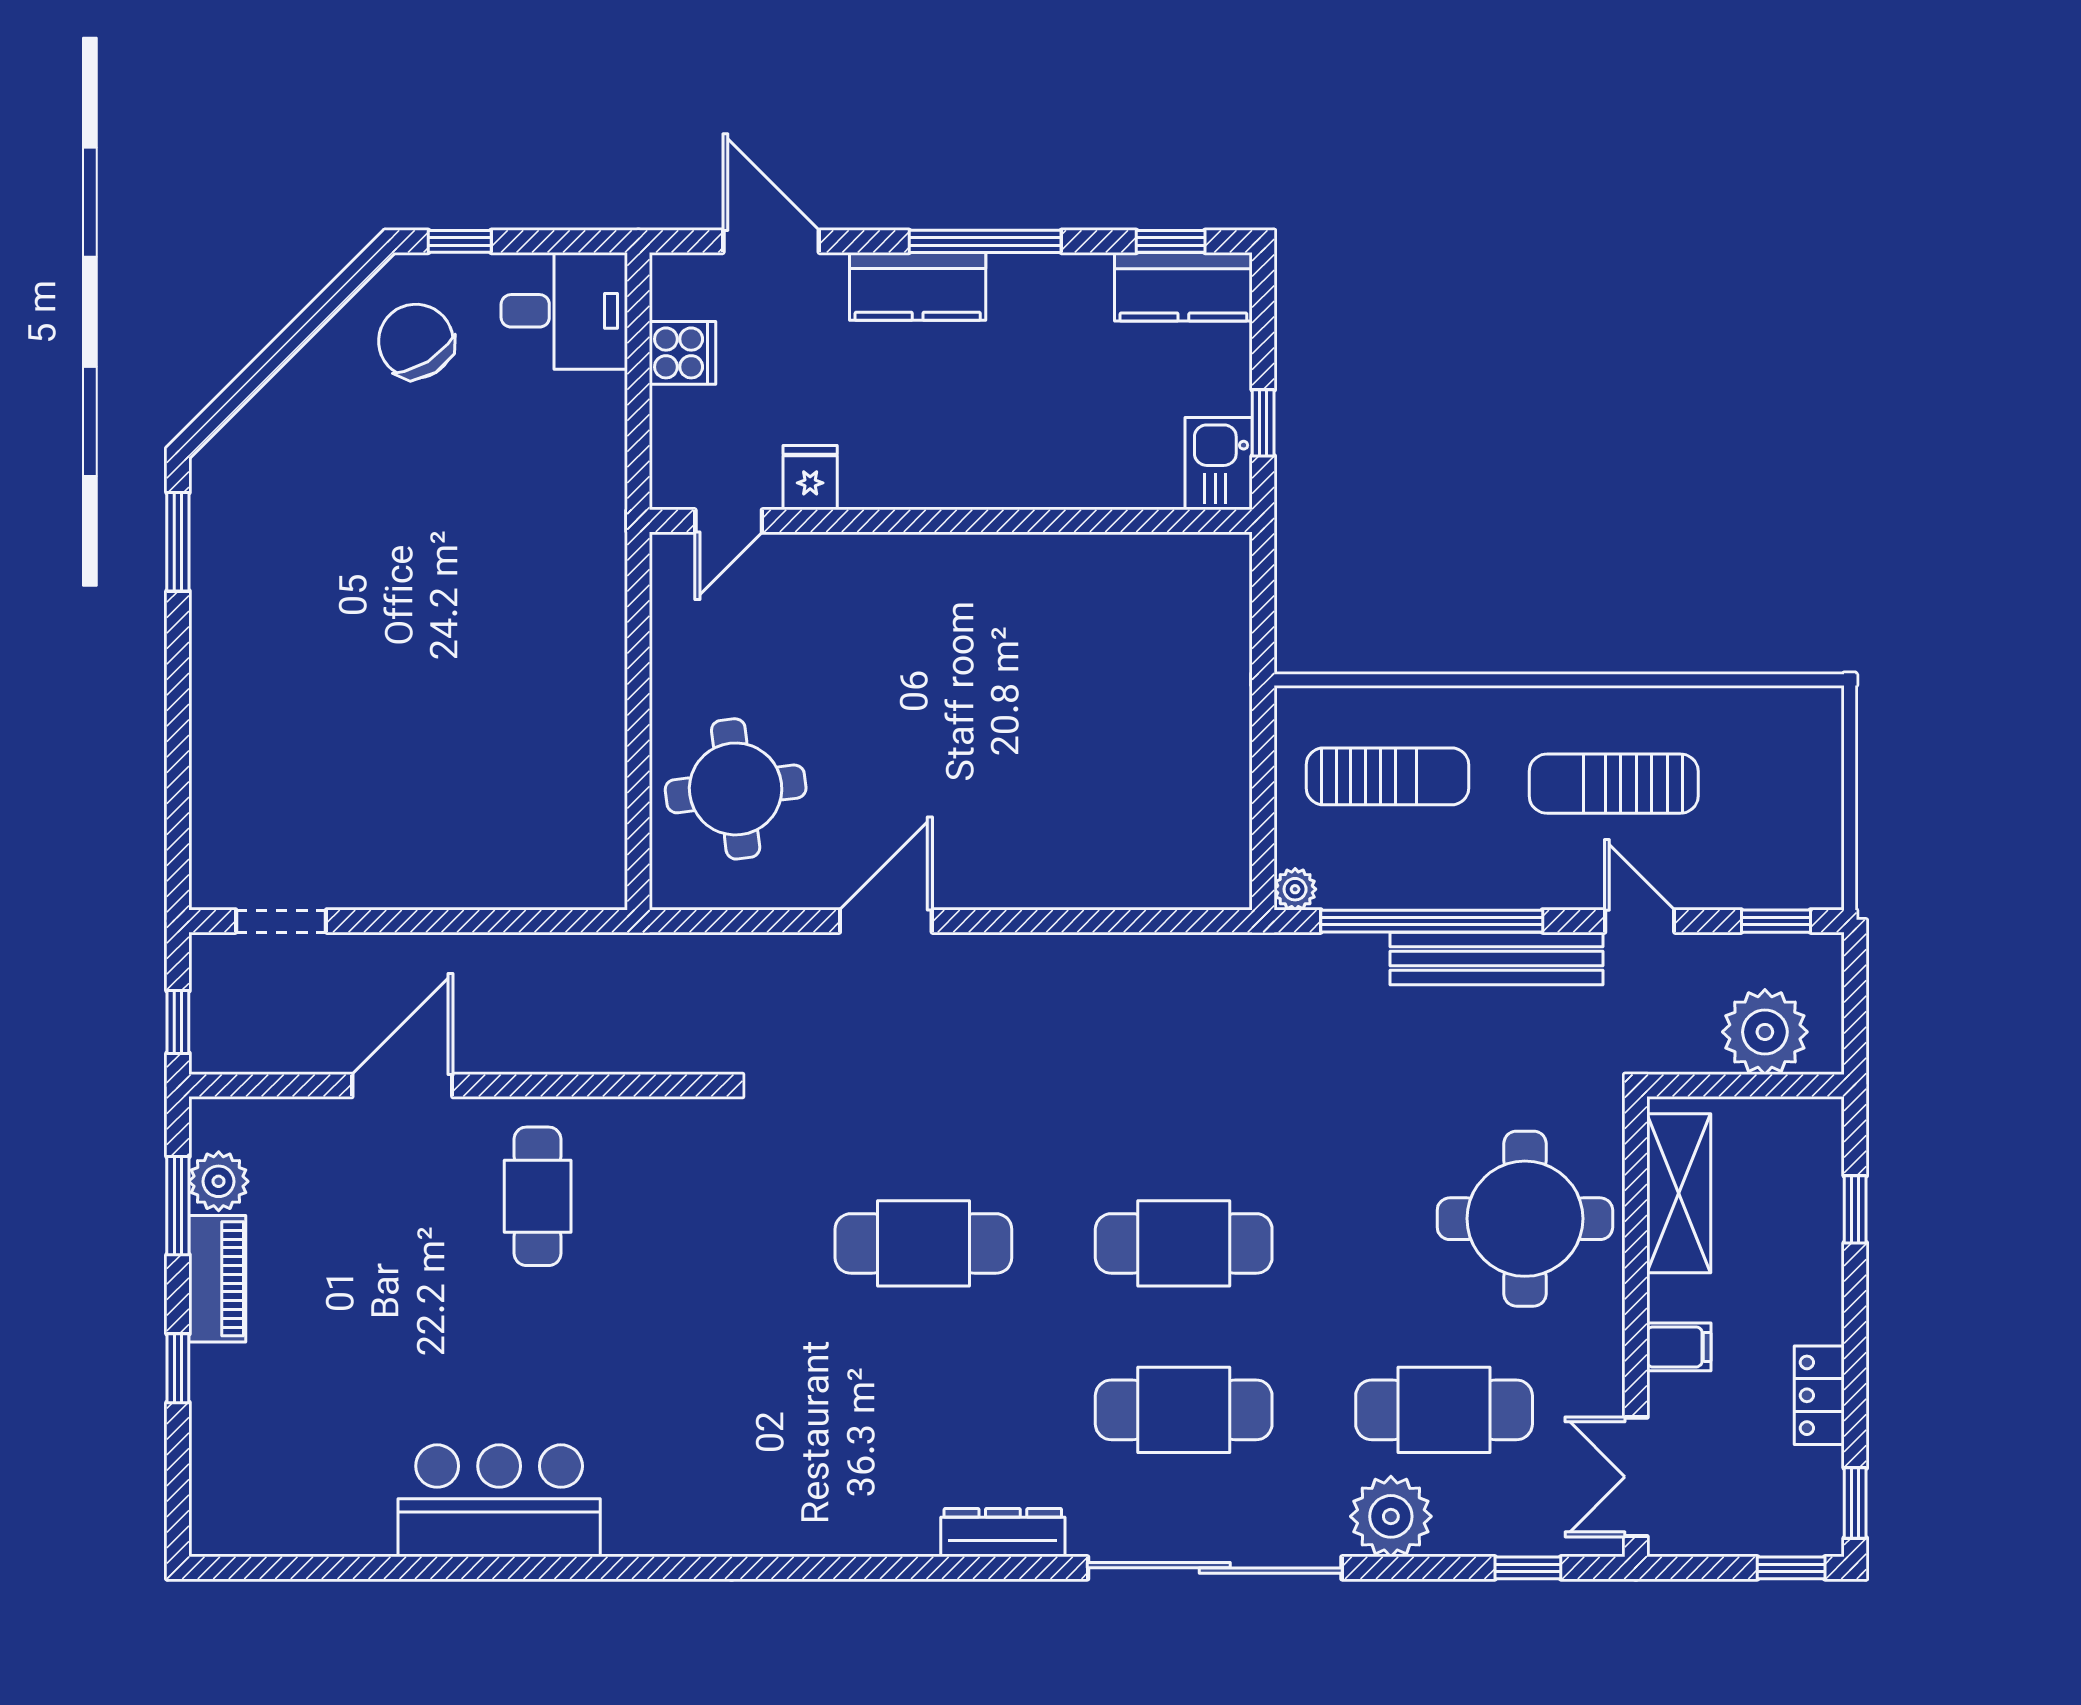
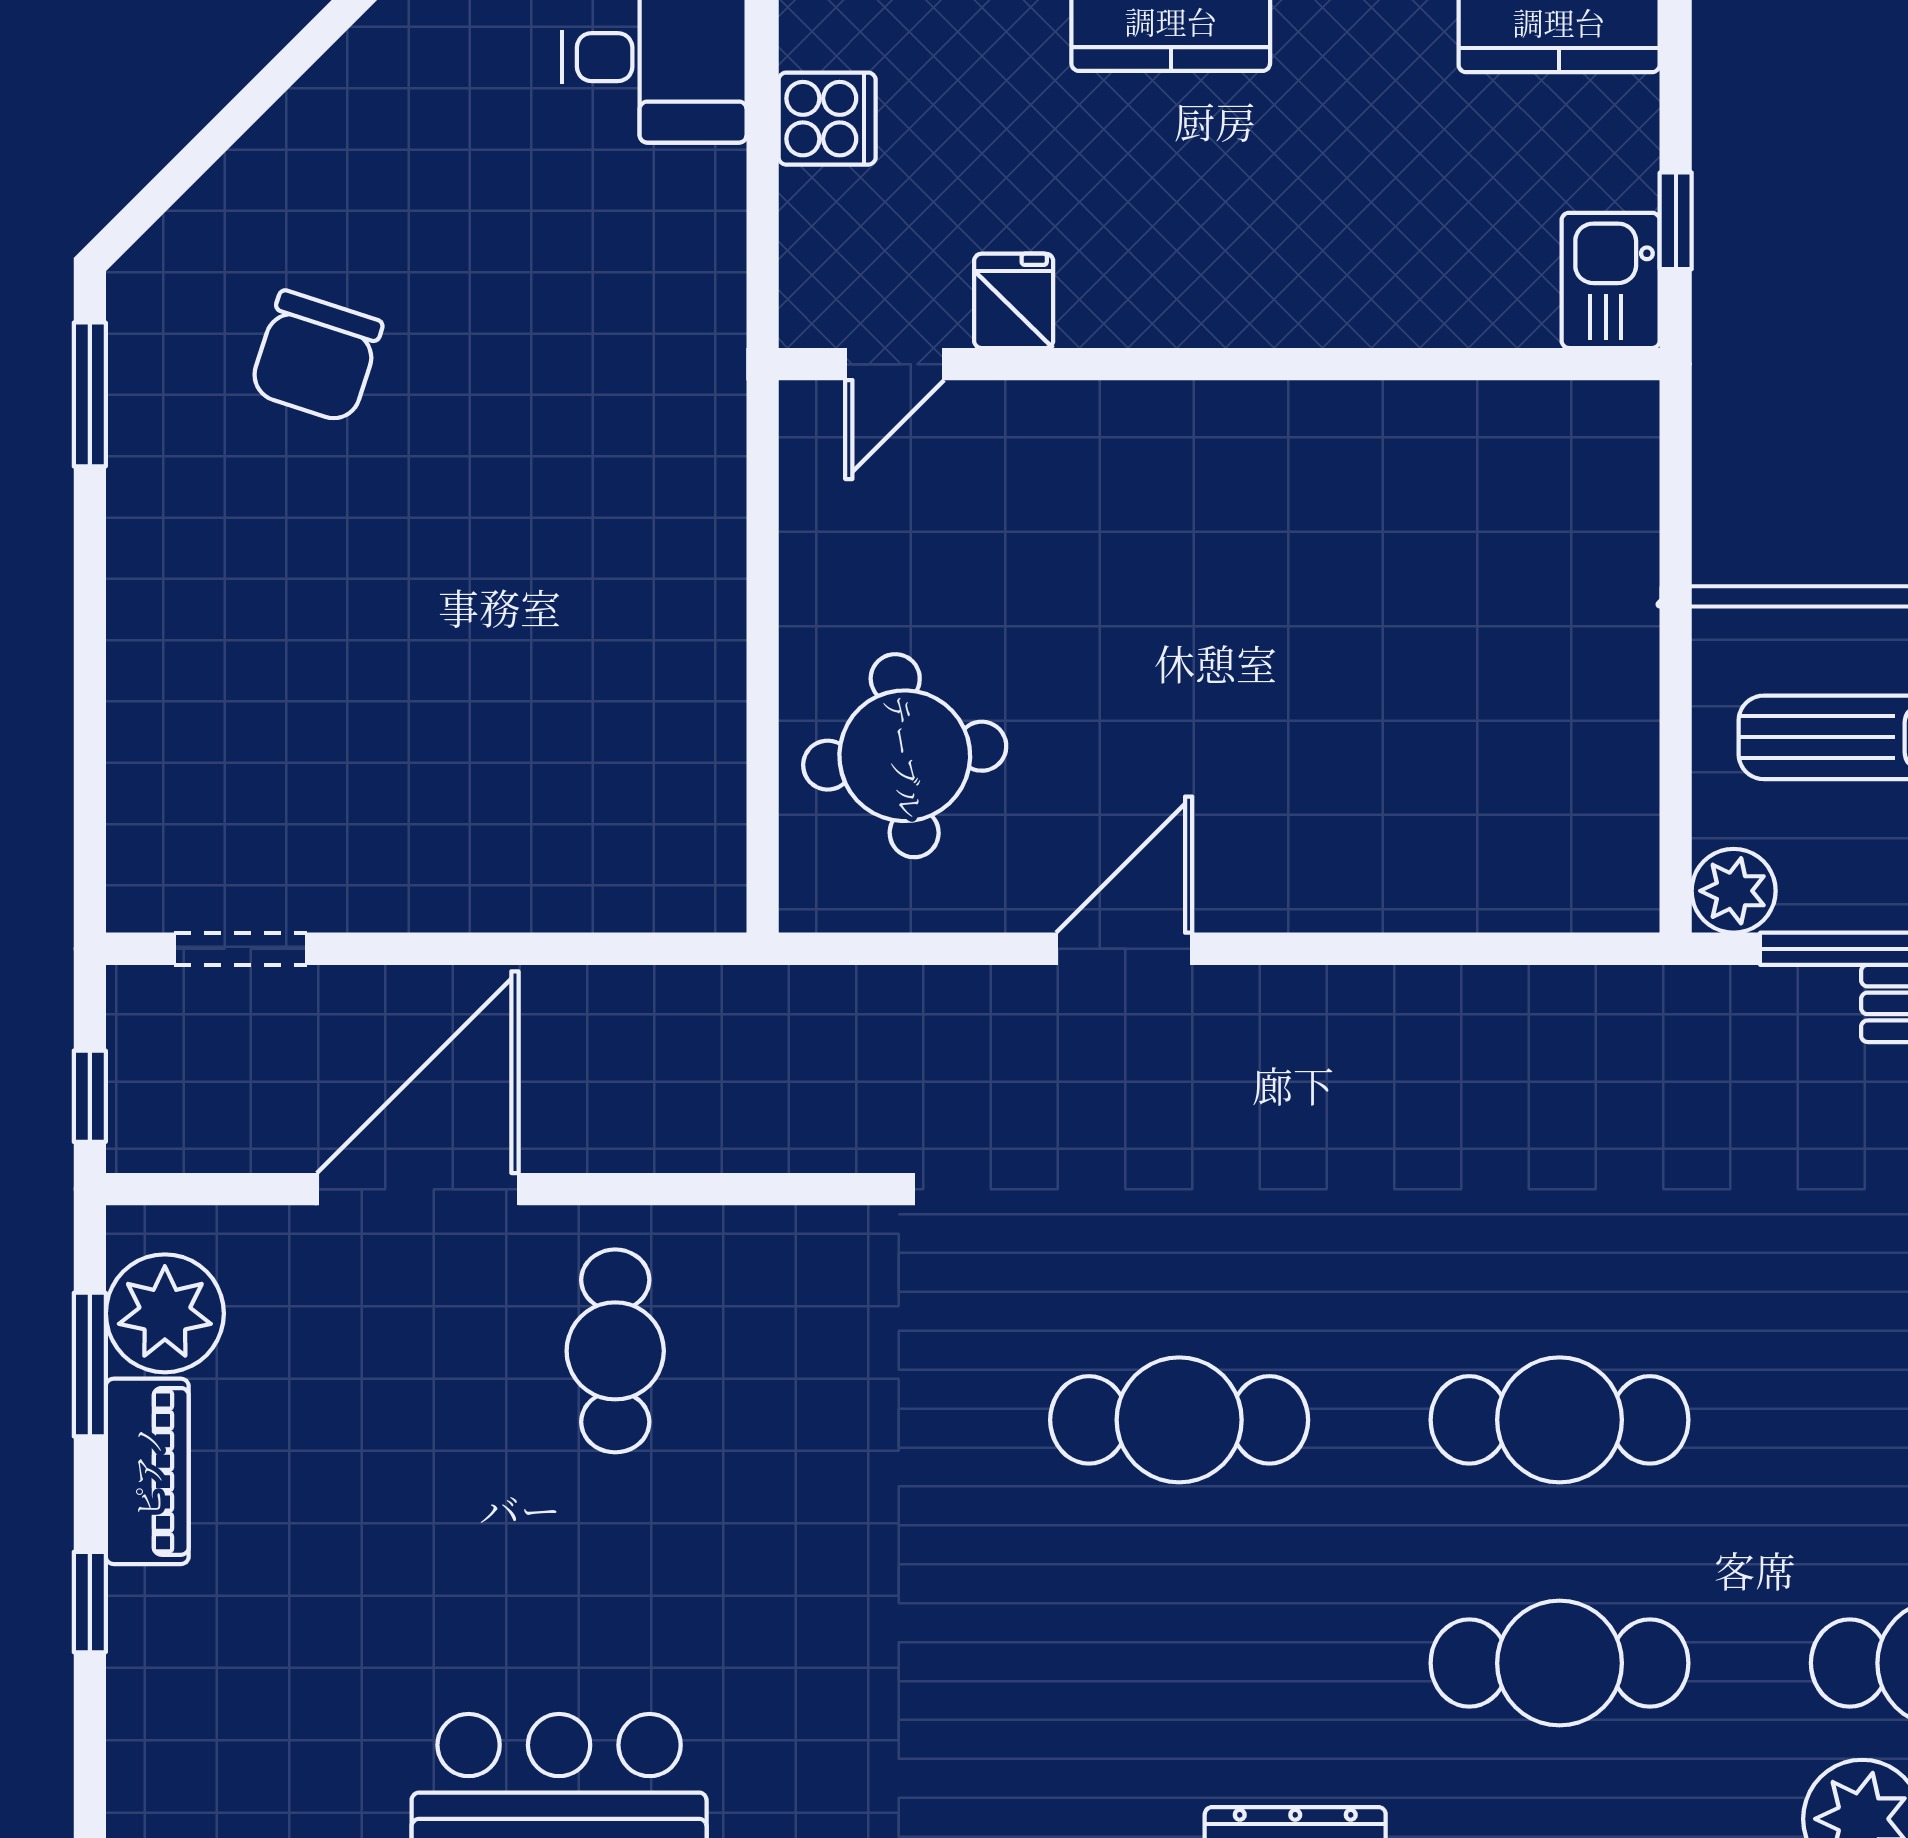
chair: (416, 341) -> (316, 357), moved, turned -130
plant: (1295, 889) -> (1734, 891), width x1.38, depth x1.38
door: (402, 1085) -> (418, 1189), width x1.36
plant: (219, 1181) -> (165, 1313), width x1.36, depth x1.36

